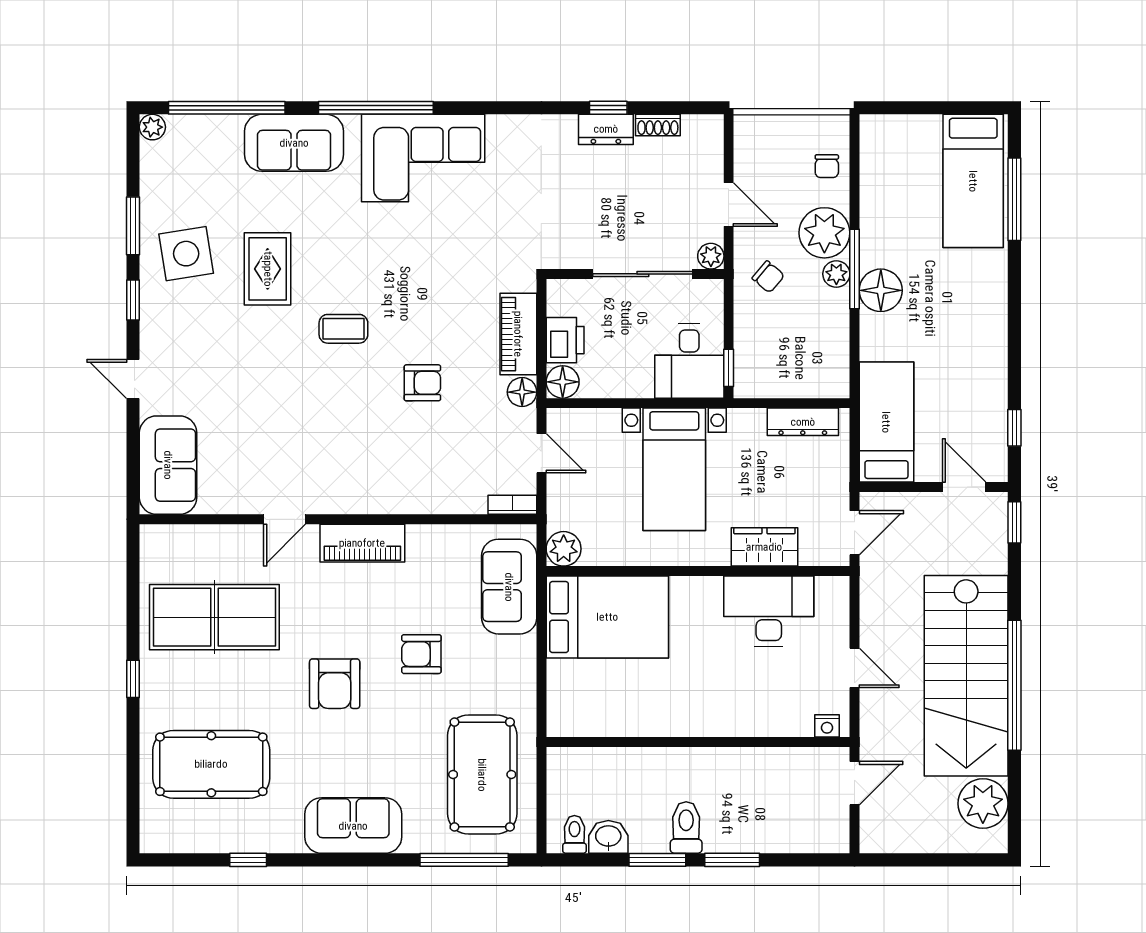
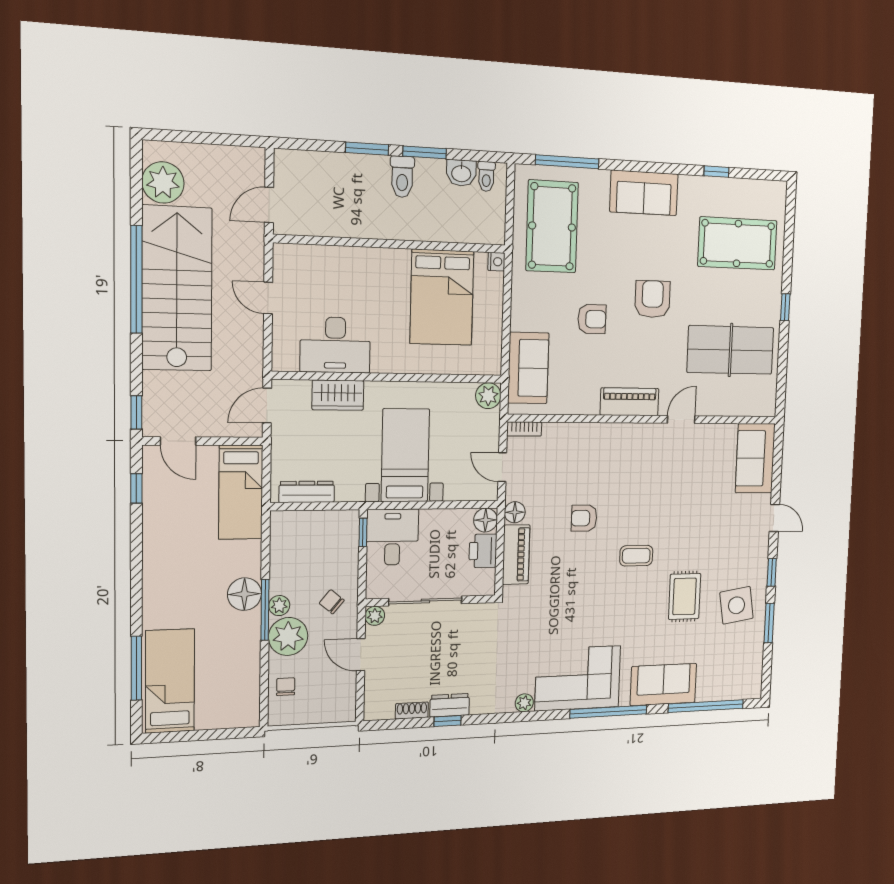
plant: (152, 127) -> (524, 703), moved
bed: (607, 617) -> (442, 297), moved, turned -90
nightstand: (827, 726) -> (496, 262), moved, turned 90

